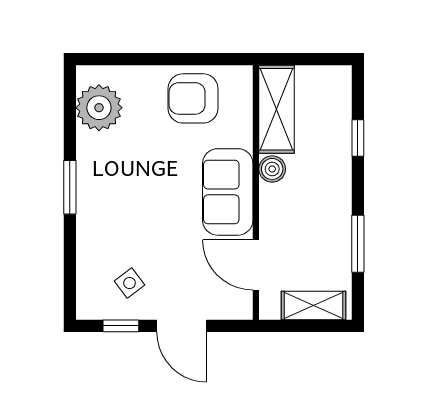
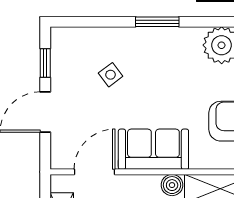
side table: (129, 283) -> (111, 75), moved

